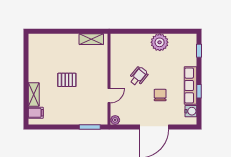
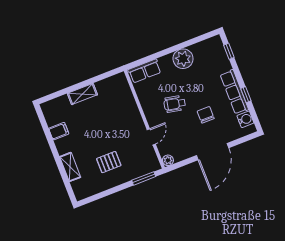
shelving: (91, 39) -> (82, 94), moved
row of seats: (124, 40) -> (145, 71), added
wheelchair: (138, 76) -> (175, 104), turned -117
pallet: (67, 80) -> (109, 162), moved
filing cabinet: (36, 113) -> (59, 131), moved

